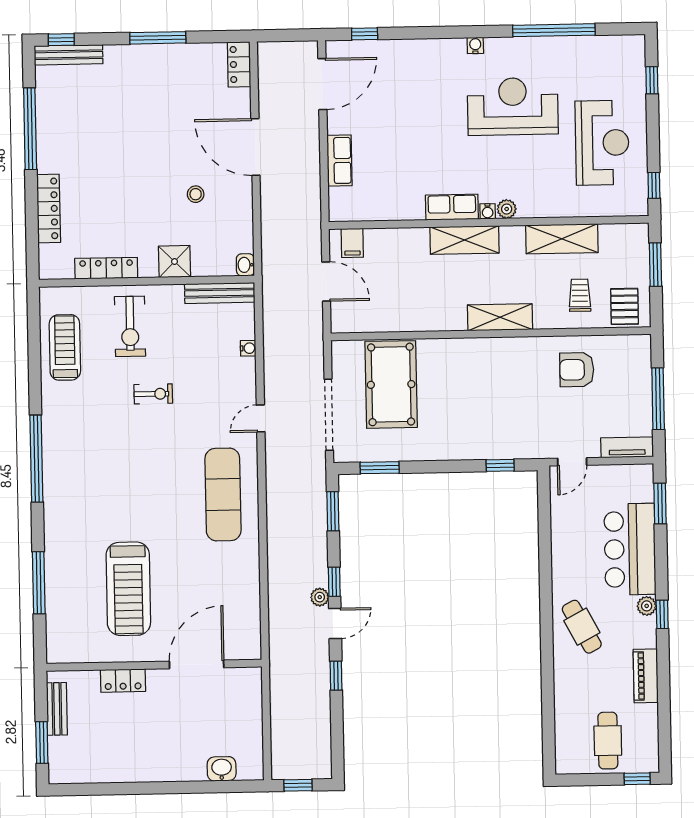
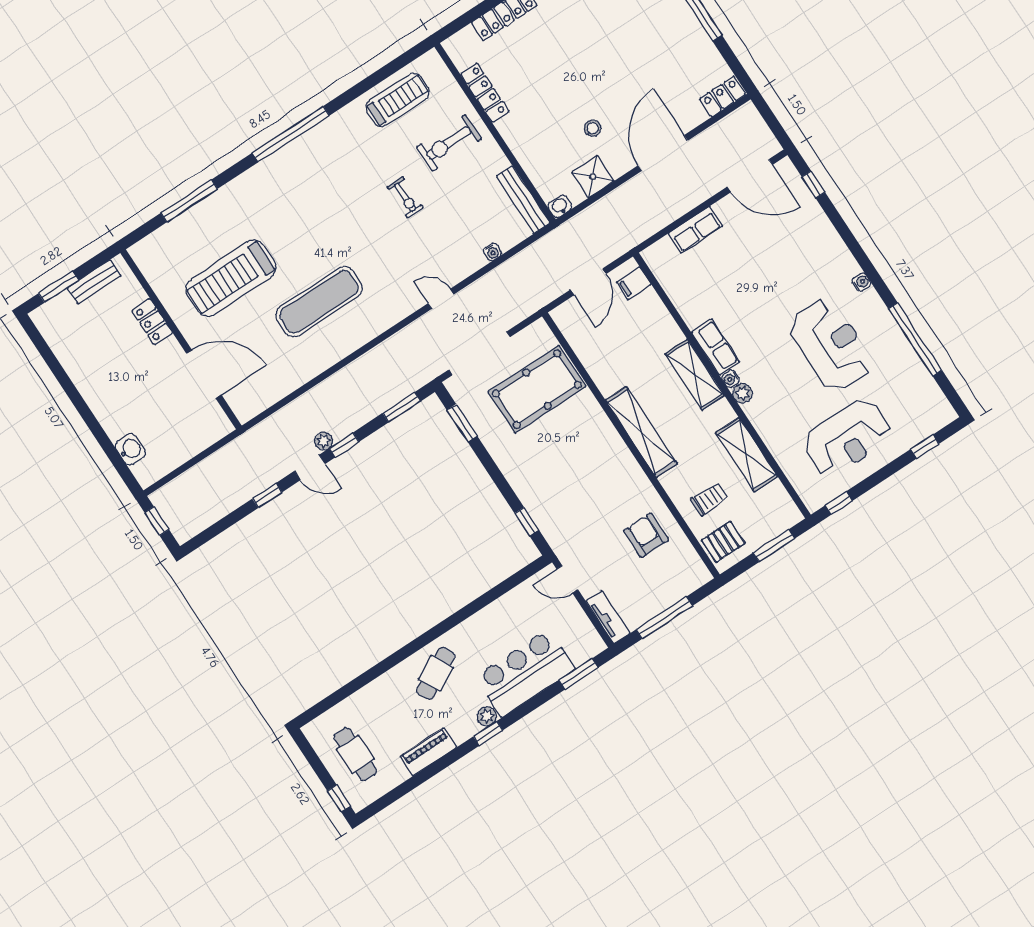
shower: (174, 262) -> (593, 177), moved
shelving: (500, 317) -> (641, 432), width x1.47
exercise mat: (223, 495) -> (319, 302), moved
cafe table: (608, 741) -> (355, 754), turned 90

